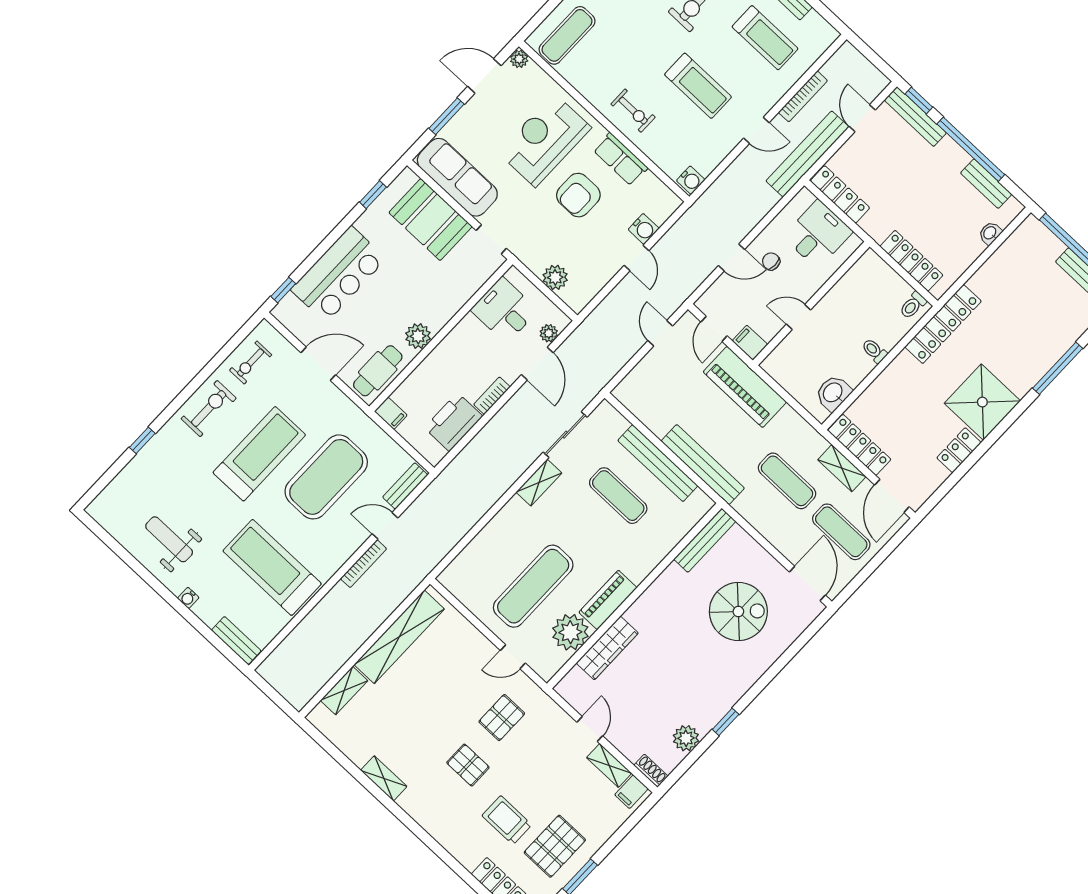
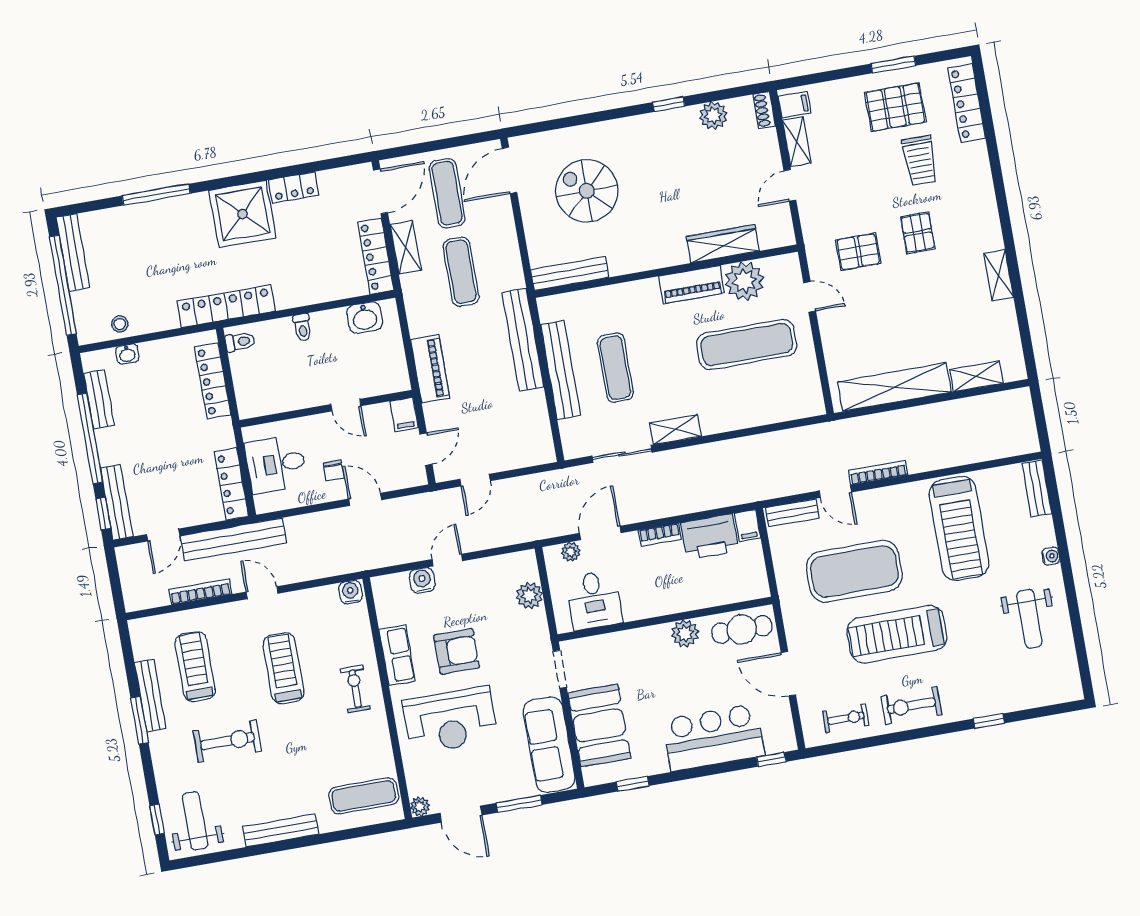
stool: (1012, 251) -> (120, 324), added
piano: (745, 387) -> (430, 369), width x0.73, depth x0.75
filing cabinet: (391, 413) -> (748, 525), moved, turned 180

